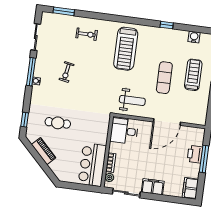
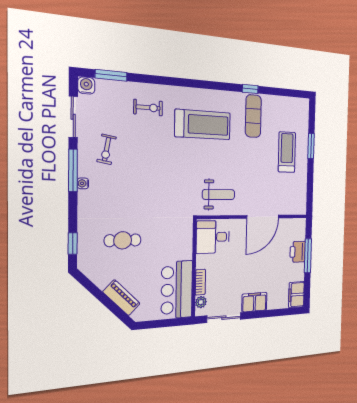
water cooler: (194, 37) -> (86, 85), moved
treadmill: (126, 49) -> (203, 125), turned -90
exercise bike: (67, 72) -> (107, 149), moved
exercise mat: (164, 78) -> (253, 116), moved
piano: (44, 151) -> (121, 298), moved

